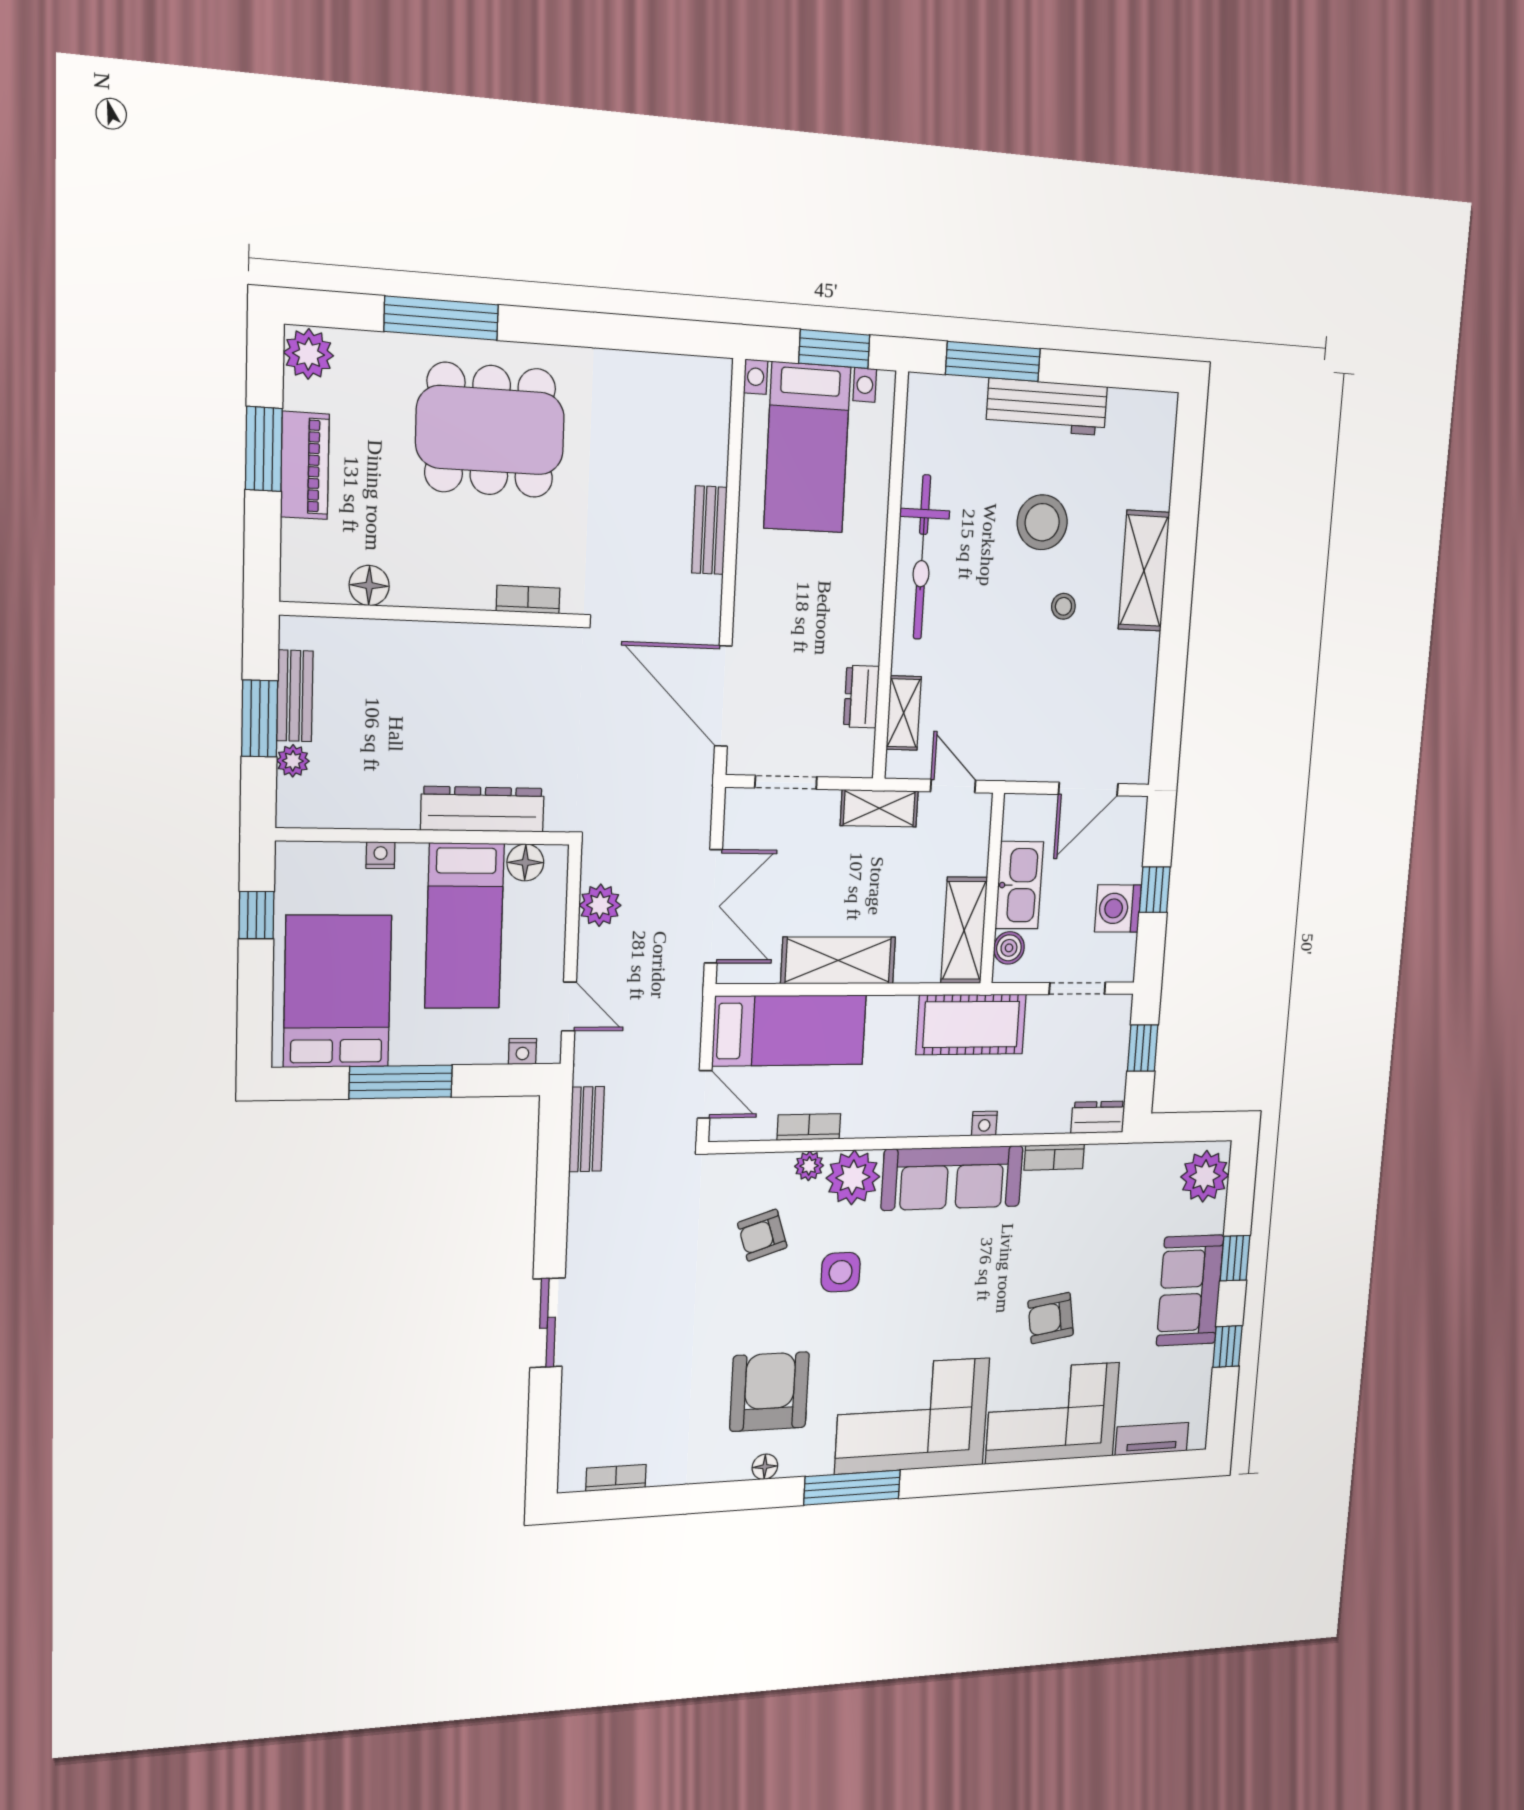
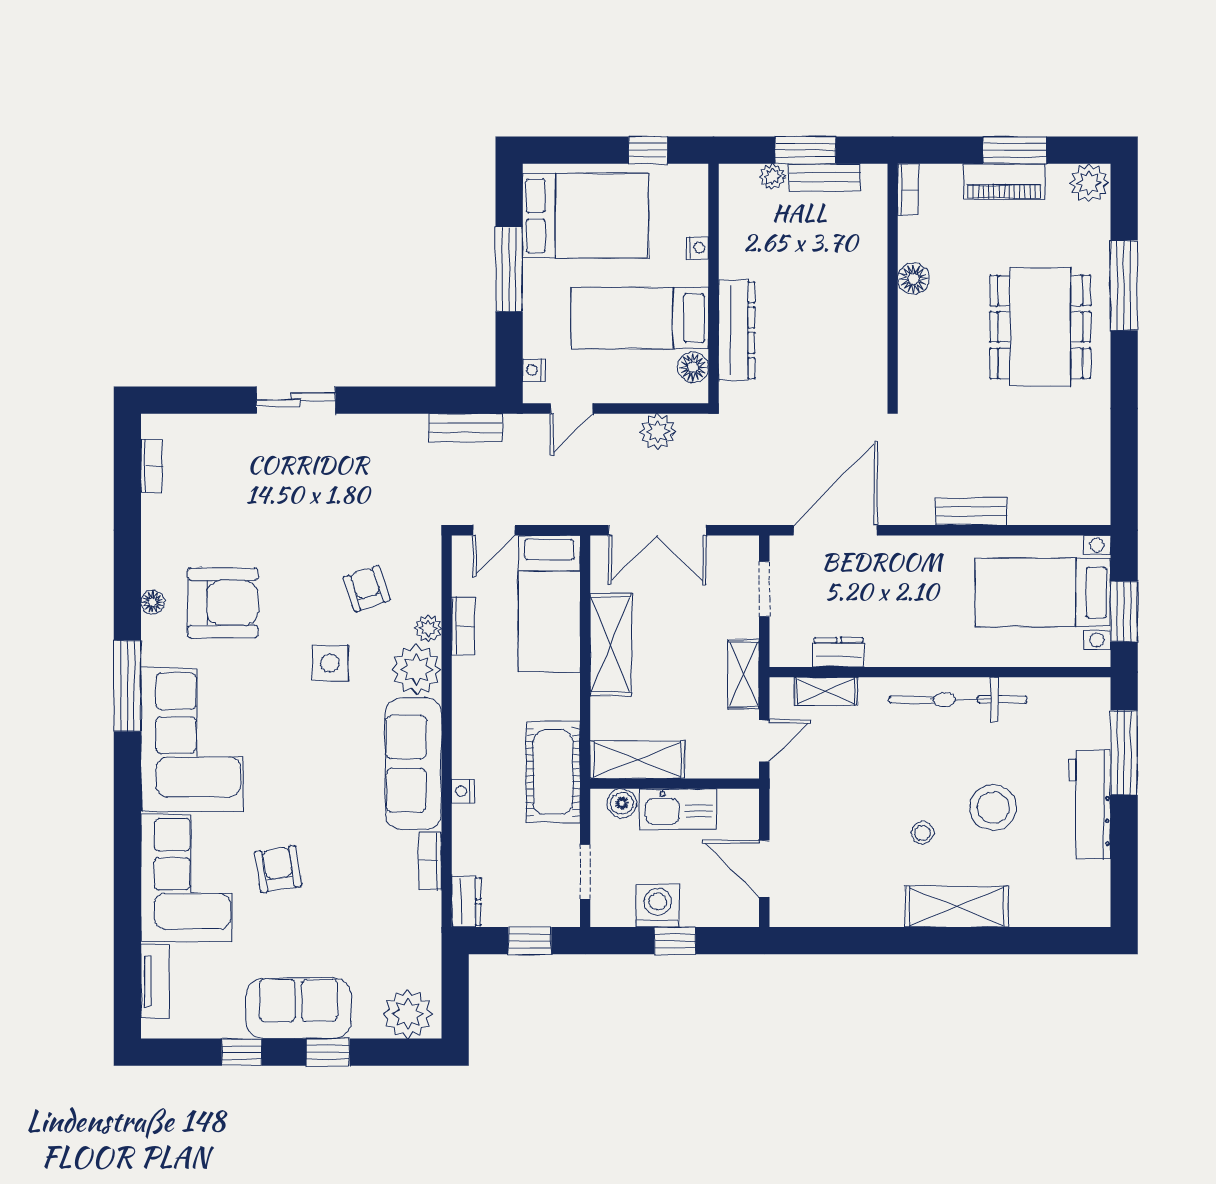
floor lamp: (369, 586) -> (913, 279), moved
bookcase: (528, 599) -> (908, 189), moved

